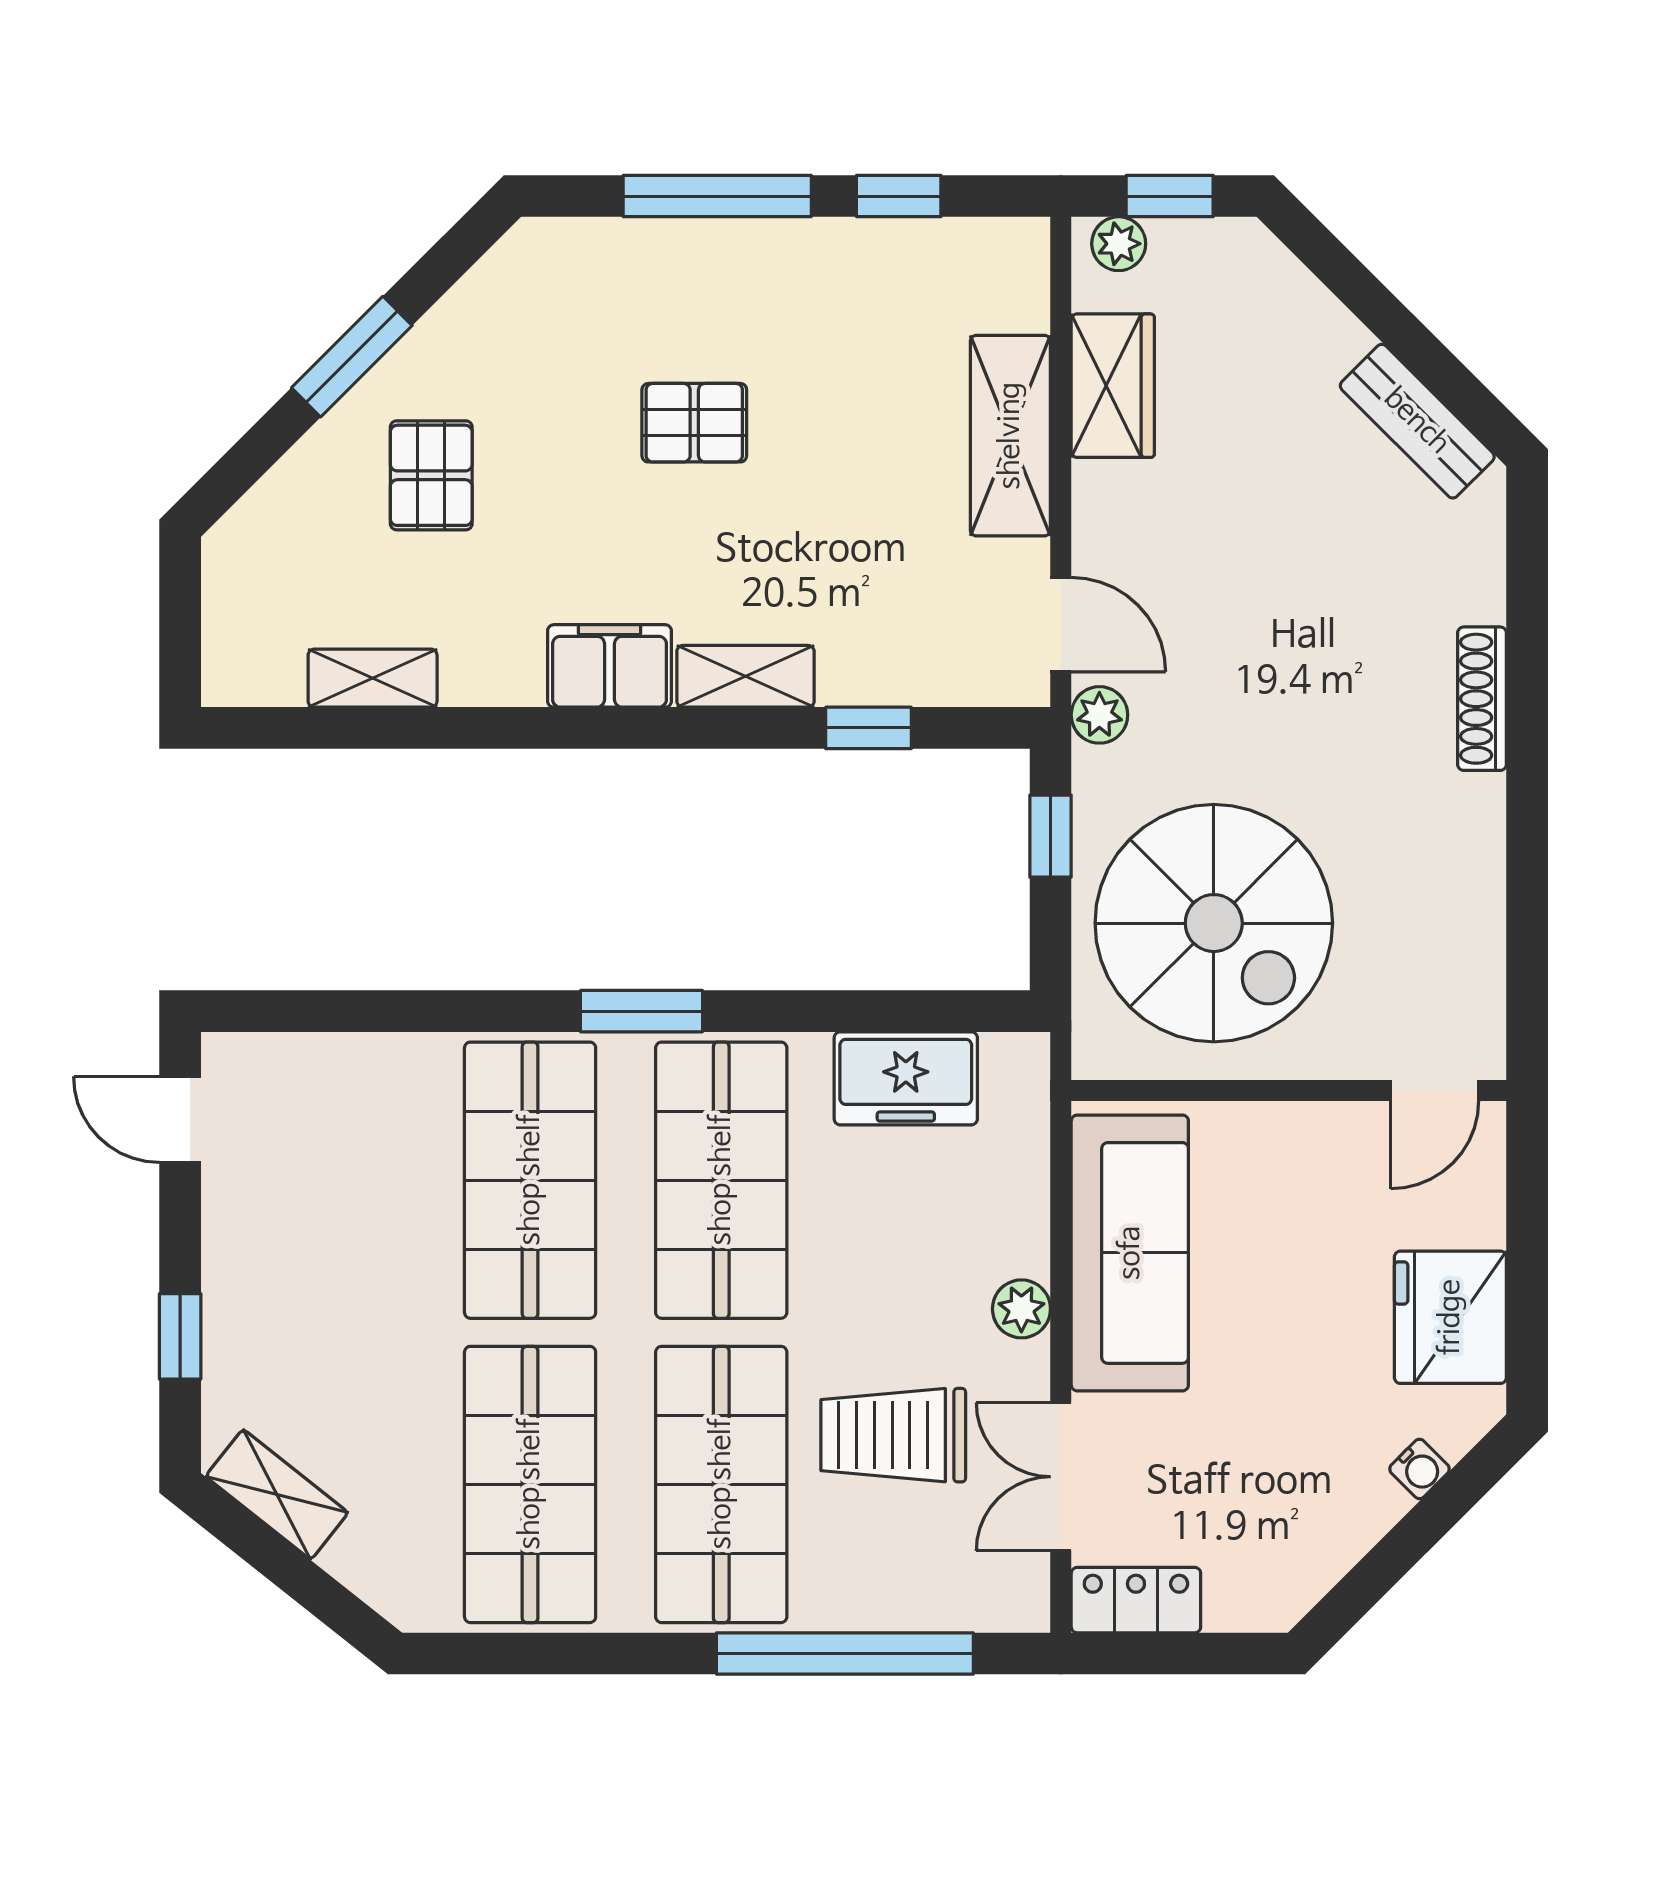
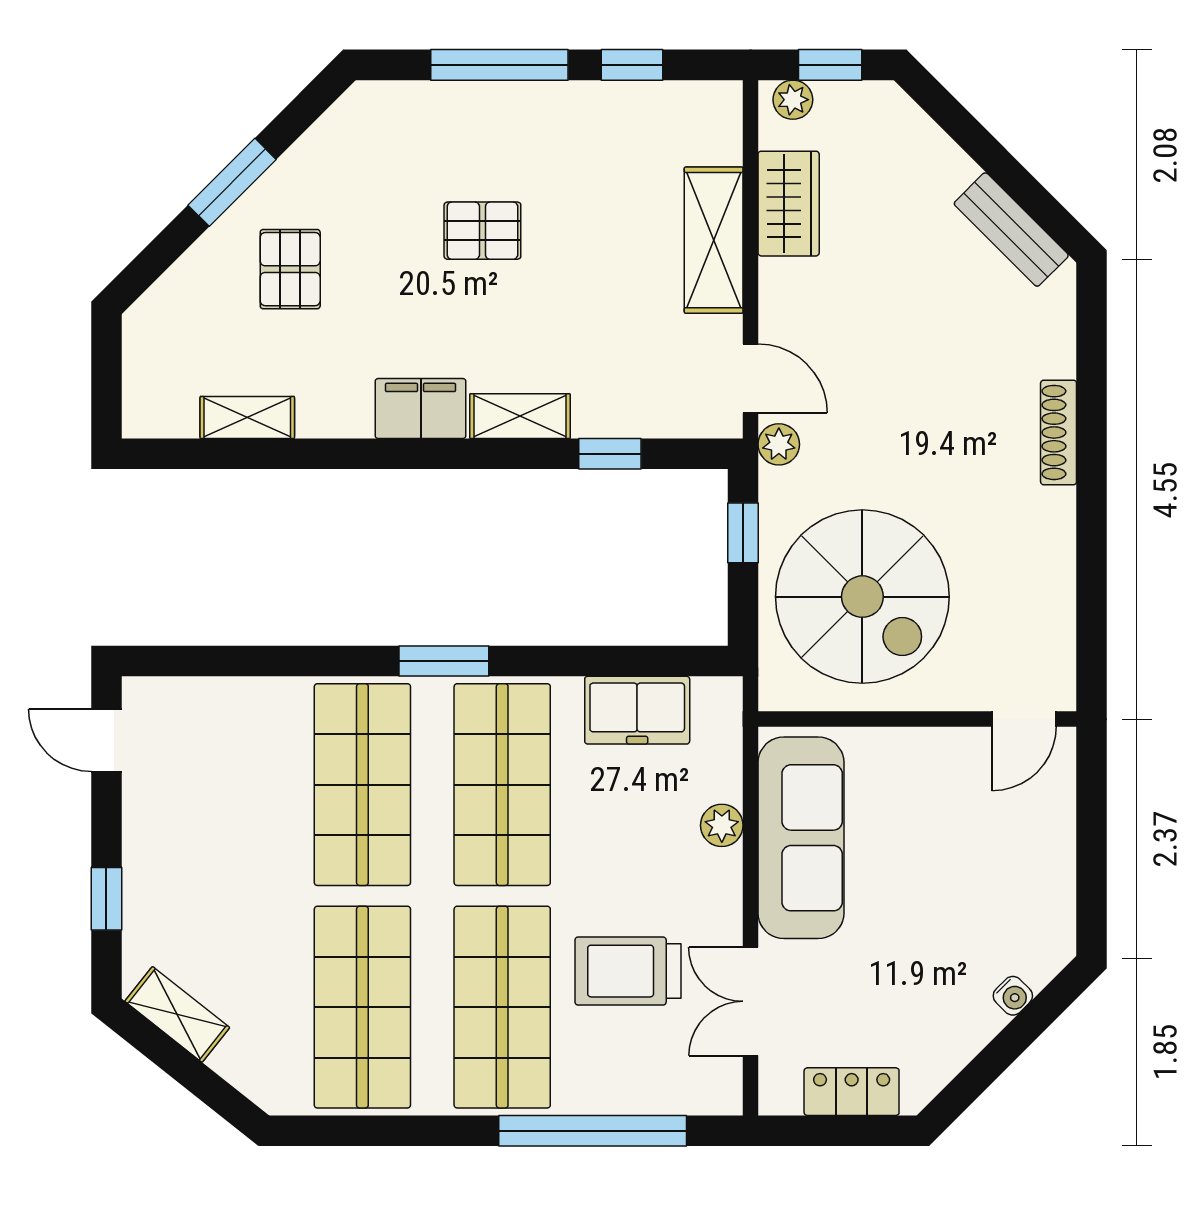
plant: (1021, 1309) -> (722, 825), moved
fridge: (1450, 1317) -> (1035, 885), removed
locker: (1136, 1600) -> (852, 1092), moved

